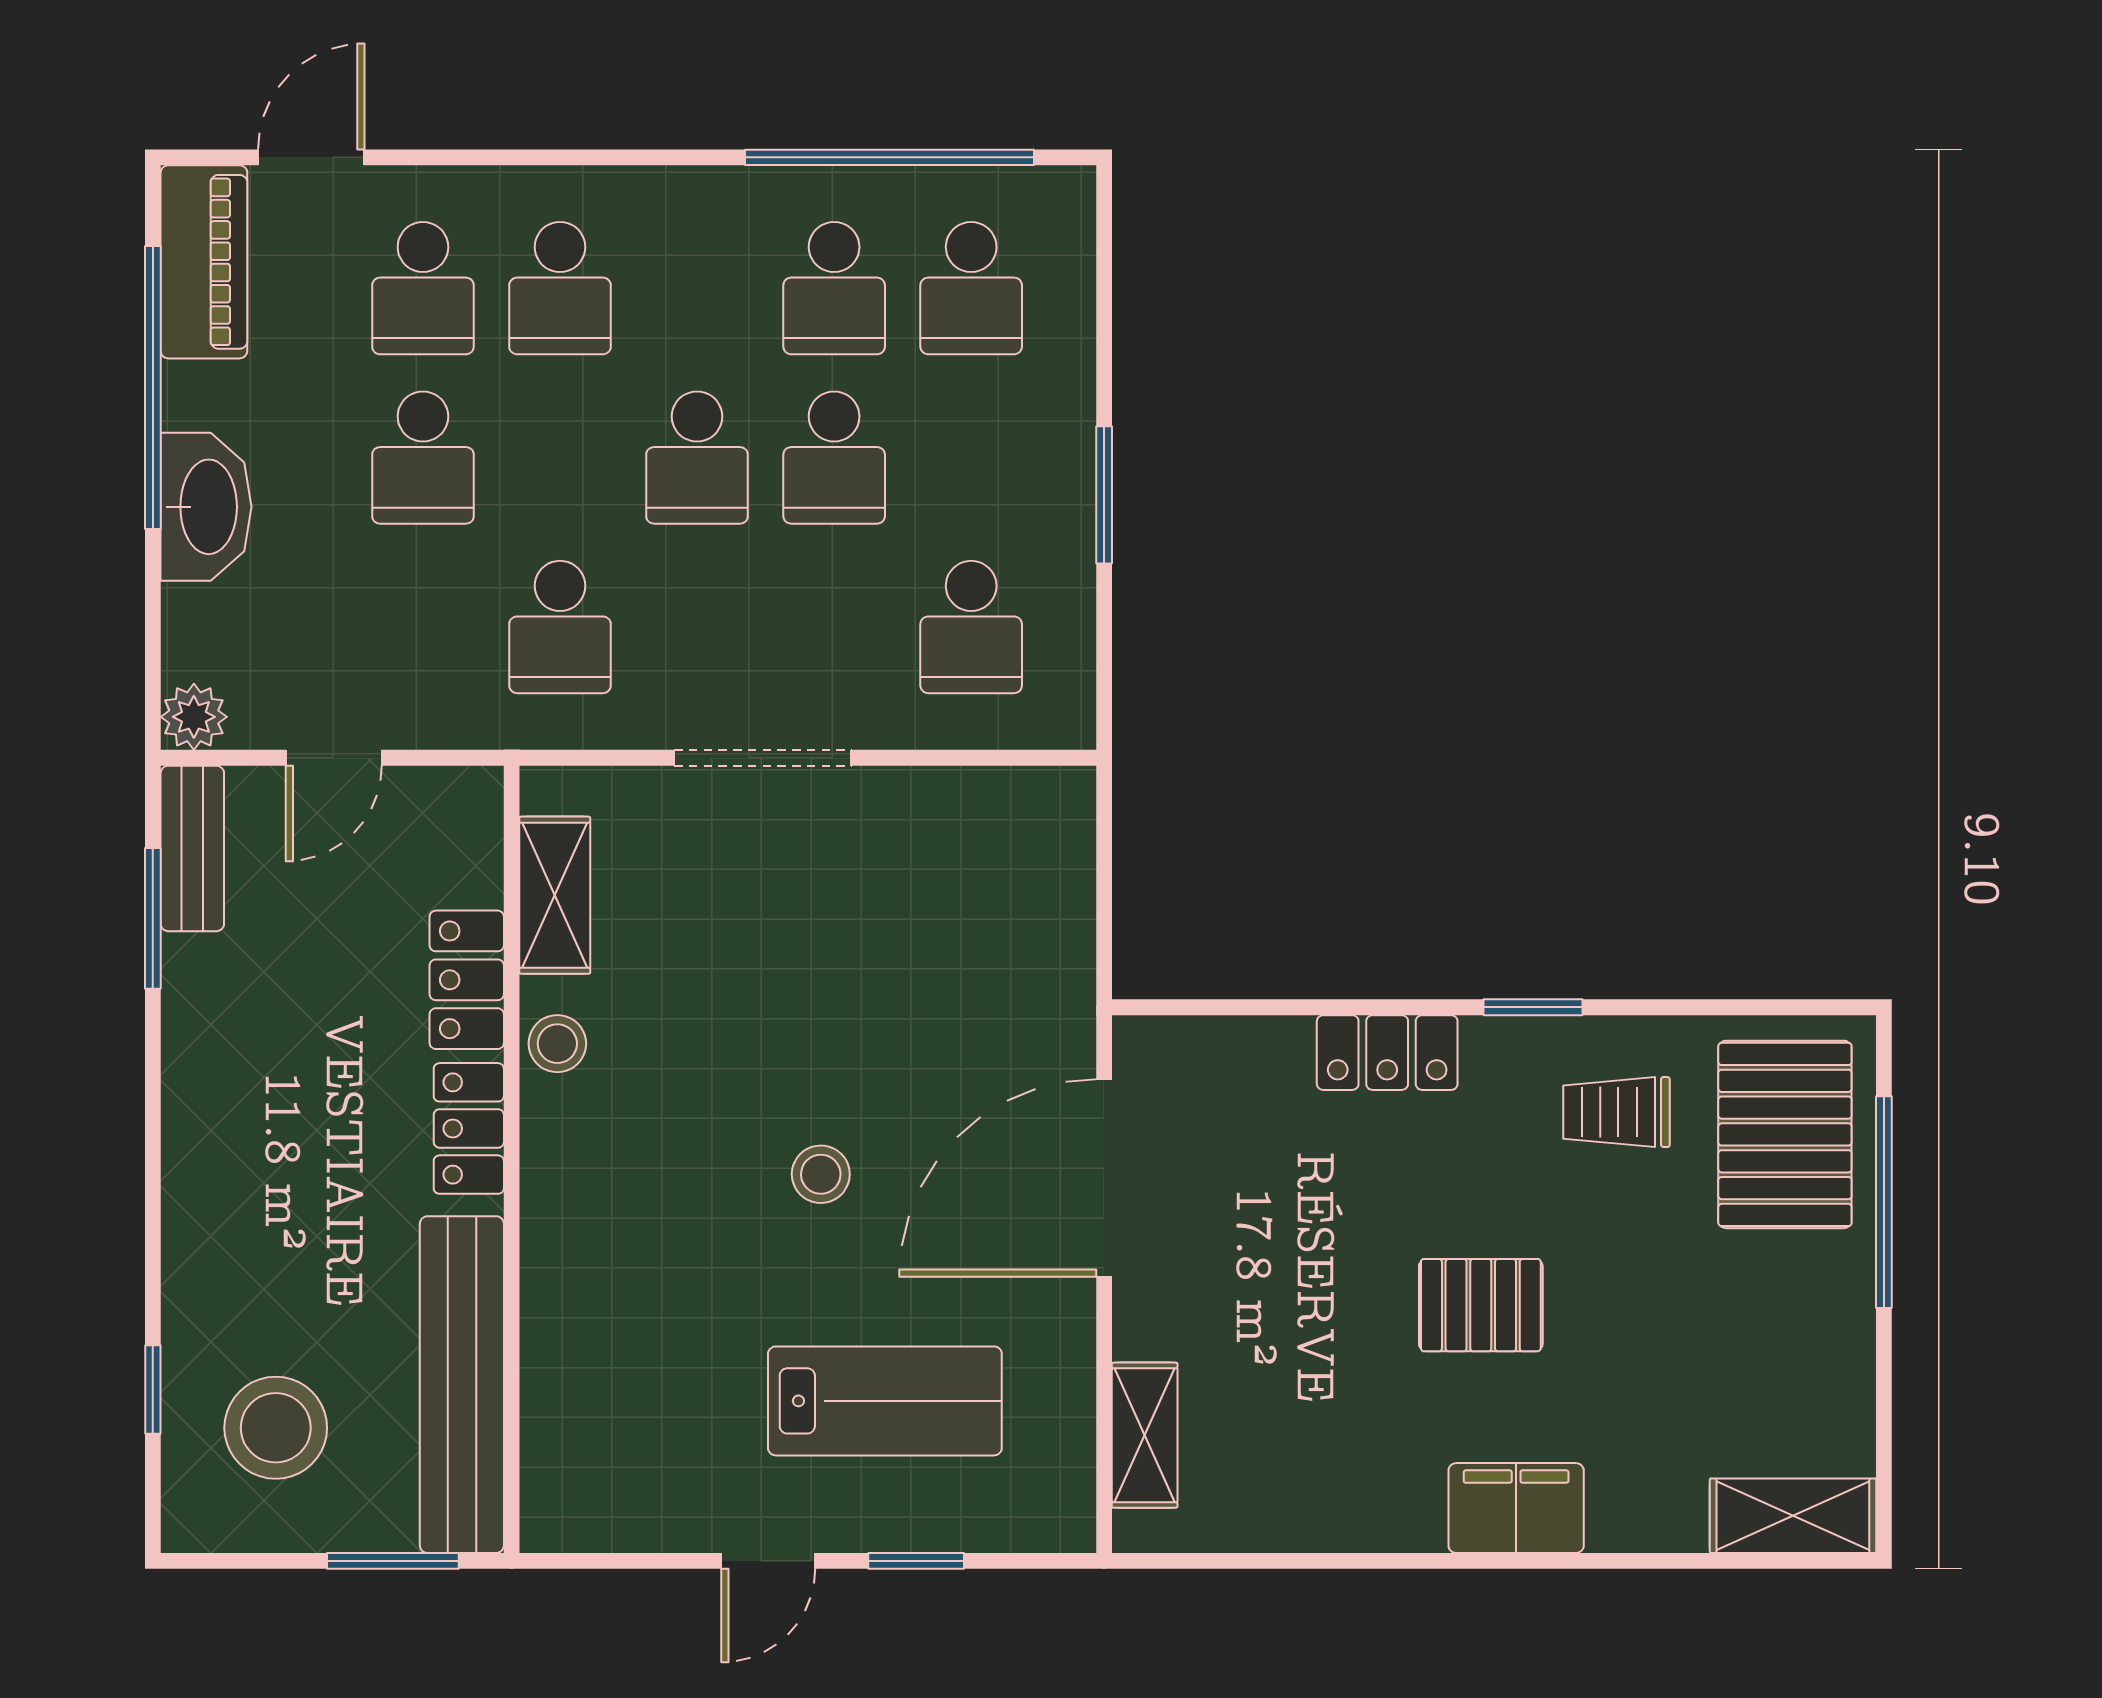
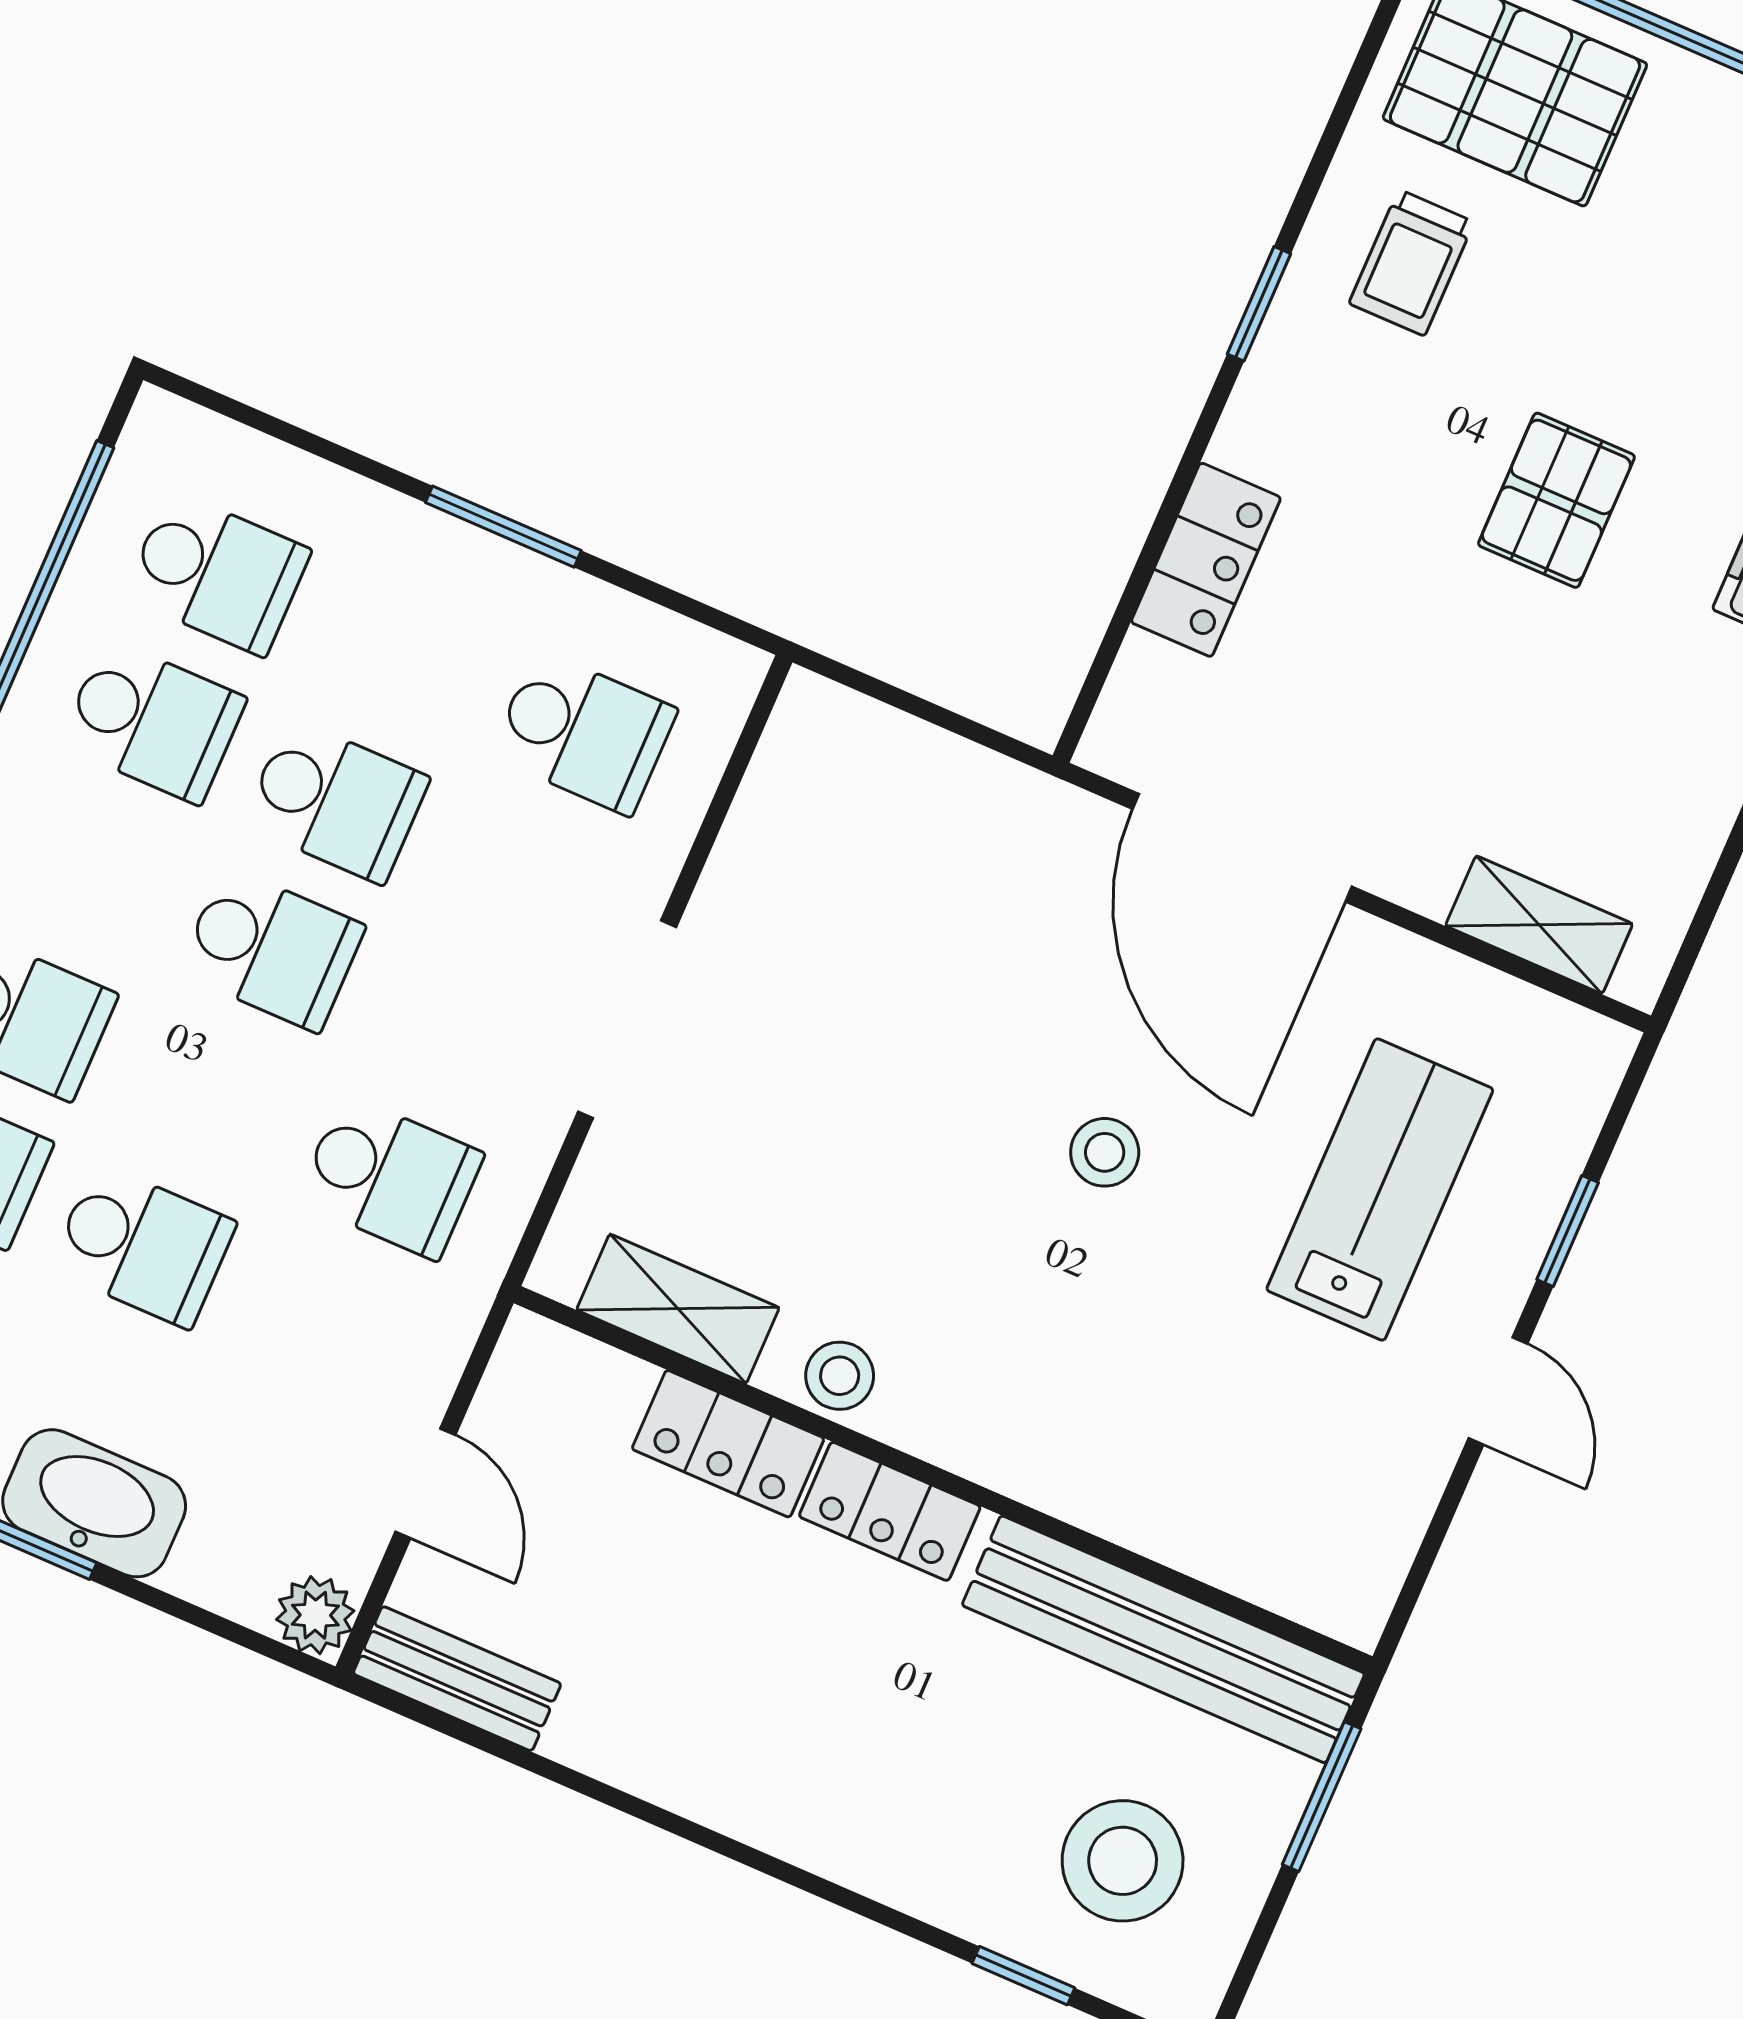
window: (153, 918) -> (514, 1754), removed
locker: (1387, 1053) -> (1206, 560), moved

